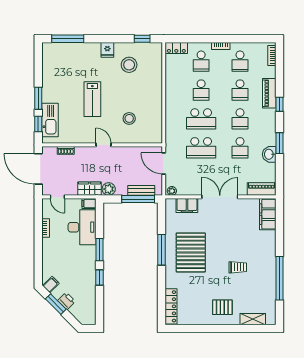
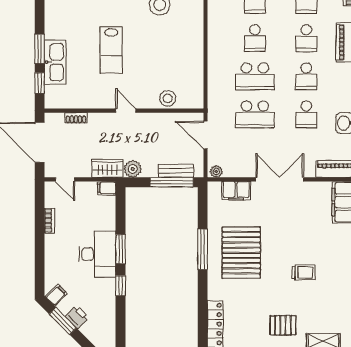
stool: (129, 118) -> (168, 98), moved
kitchen sink: (50, 120) -> (55, 62), moved
desk: (82, 227) -> (97, 254), moved

